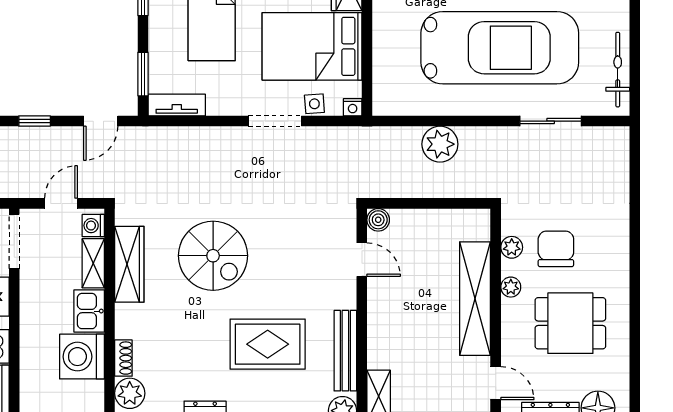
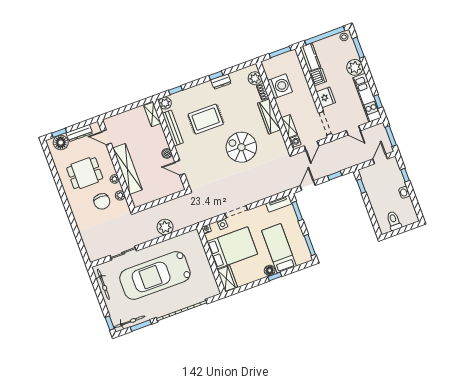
boiler: (378, 220) -> (167, 153), moved
wardrobe: (129, 264) -> (269, 117), moved
kitchen sink: (89, 311) -> (284, 106), removed

